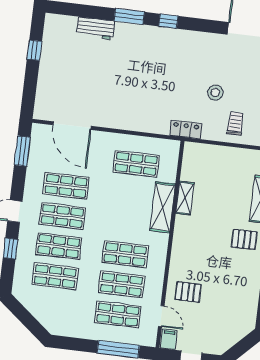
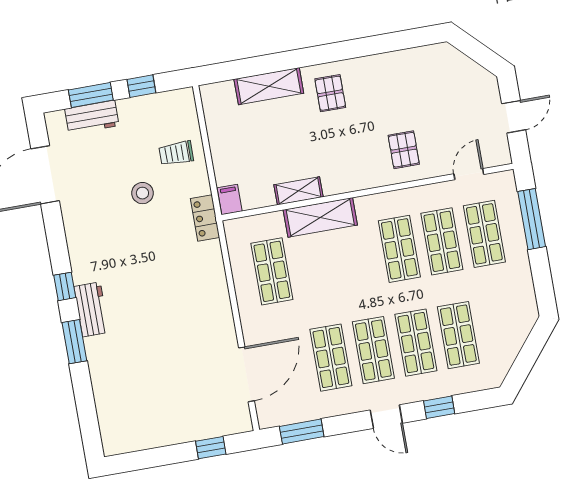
workbench: (96, 28) -> (91, 309), moved
window: (34, 50) -> (211, 448), moved
pallet: (188, 292) -> (404, 150), moved
filing cabinet: (169, 339) -> (230, 199), moved, turned 90

